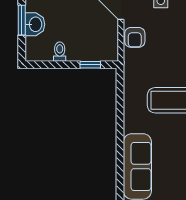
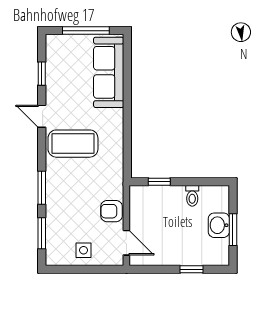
armchair: (135, 37) -> (111, 211), turned -90

